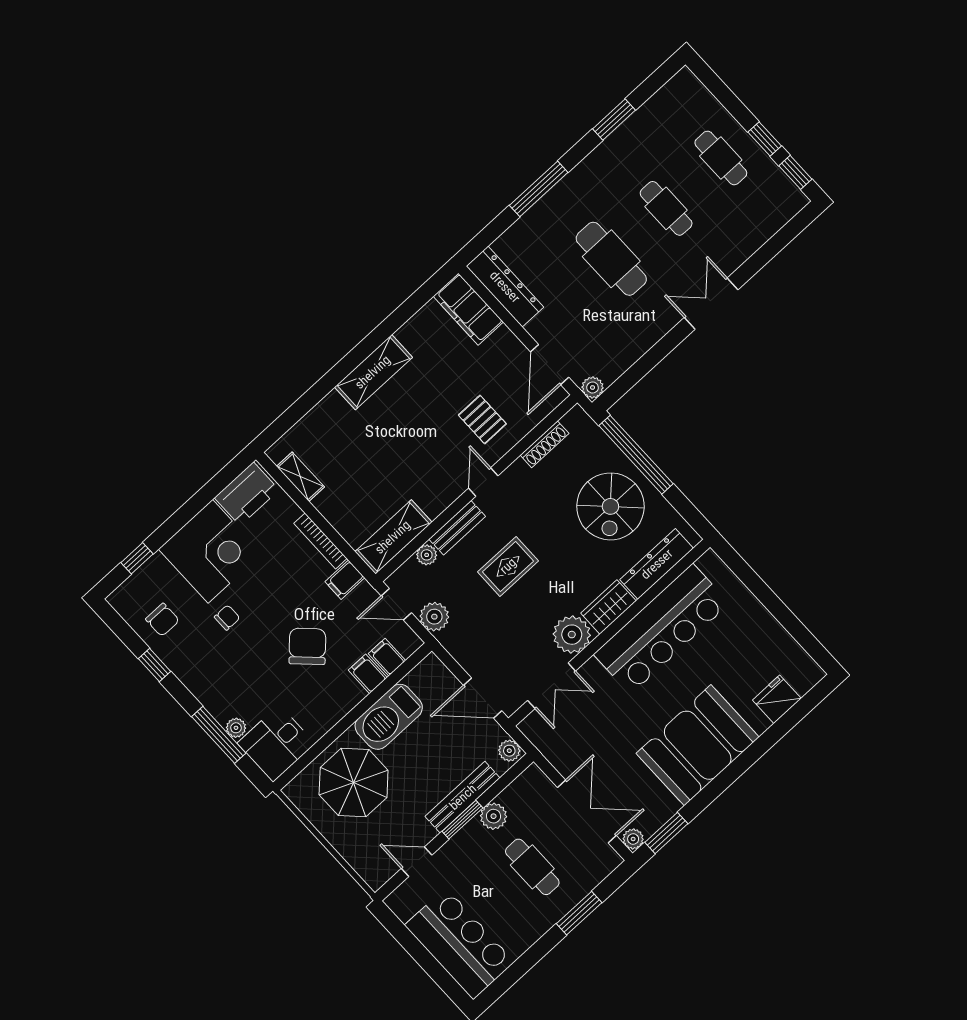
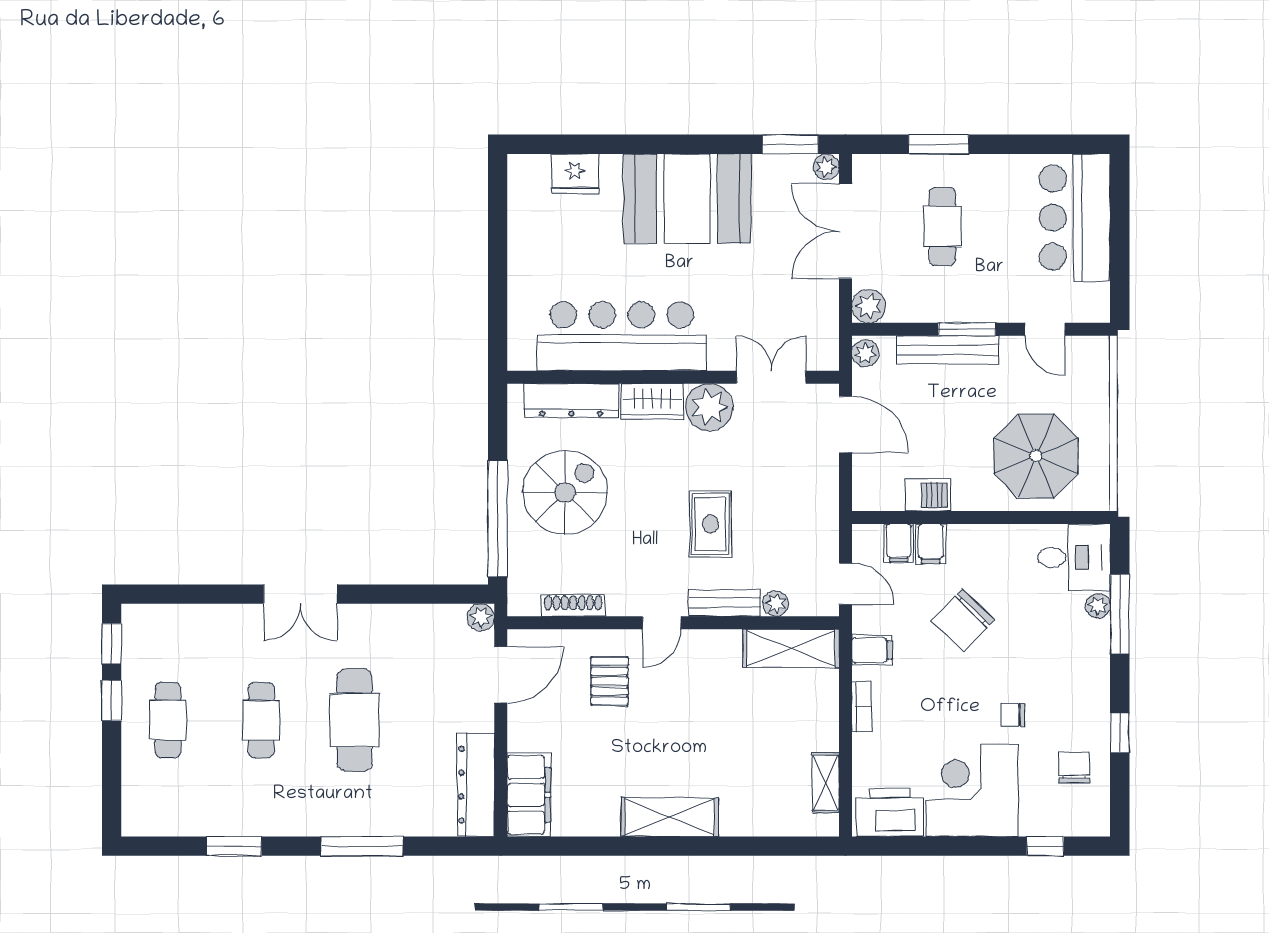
bookcase: (320, 541) -> (862, 707), width x0.64
rug: (508, 566) -> (710, 524), turned 90
plant: (434, 617) -> (821, 540), removed
barbecue: (389, 717) -> (928, 495), width x0.53, depth x0.65
plant: (494, 816) -> (869, 306), moved

